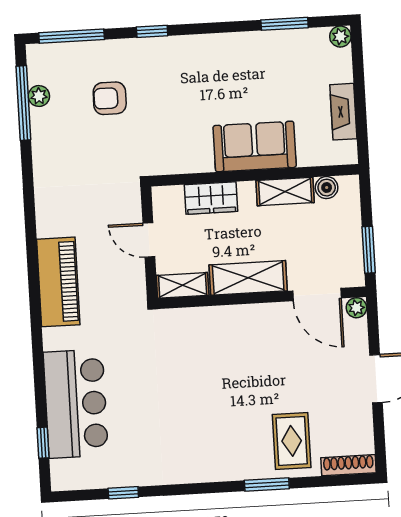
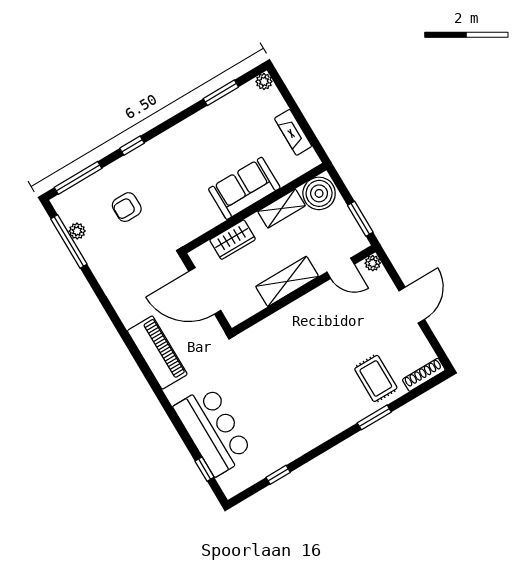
boiler: (327, 188) -> (319, 193), width x1.86, depth x1.86
door: (149, 240) -> (205, 291), width x1.87
shelving: (183, 285) -> (244, 310), removed
door: (317, 295) -> (341, 268), width x0.73

